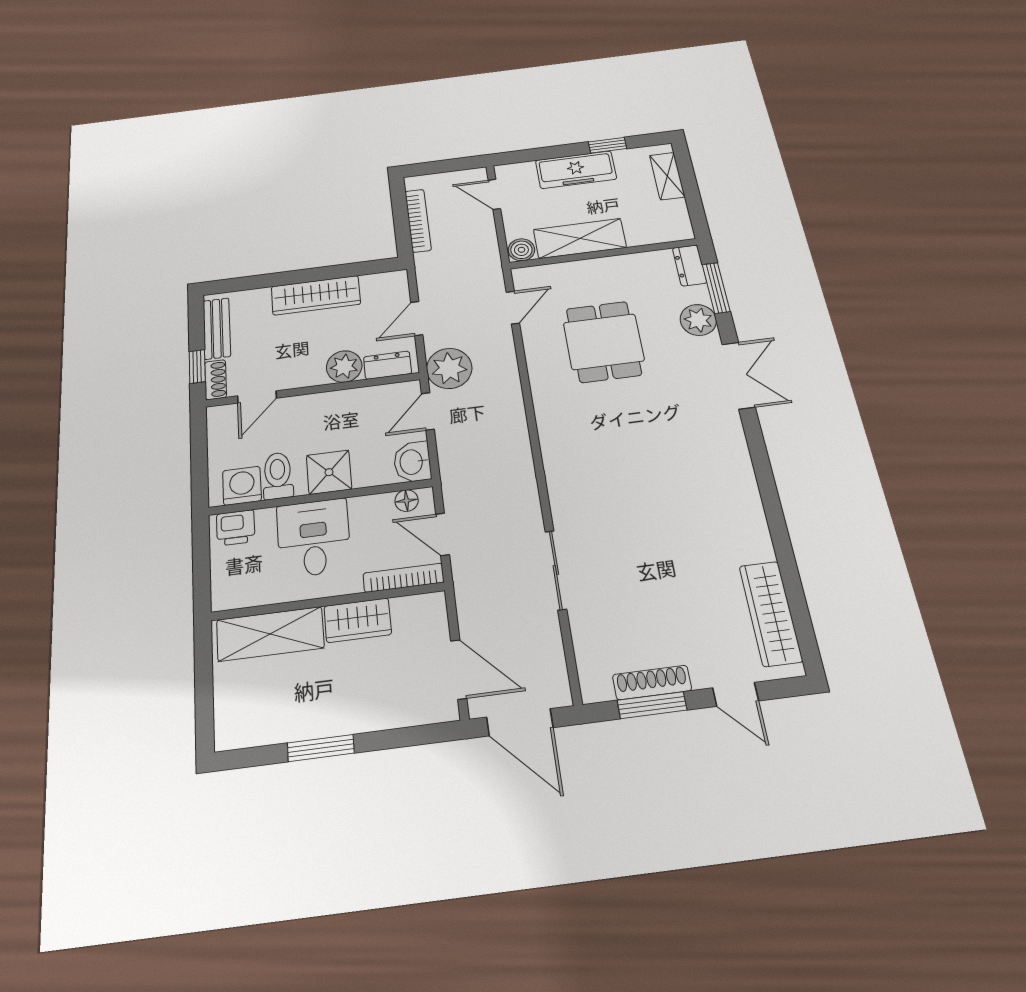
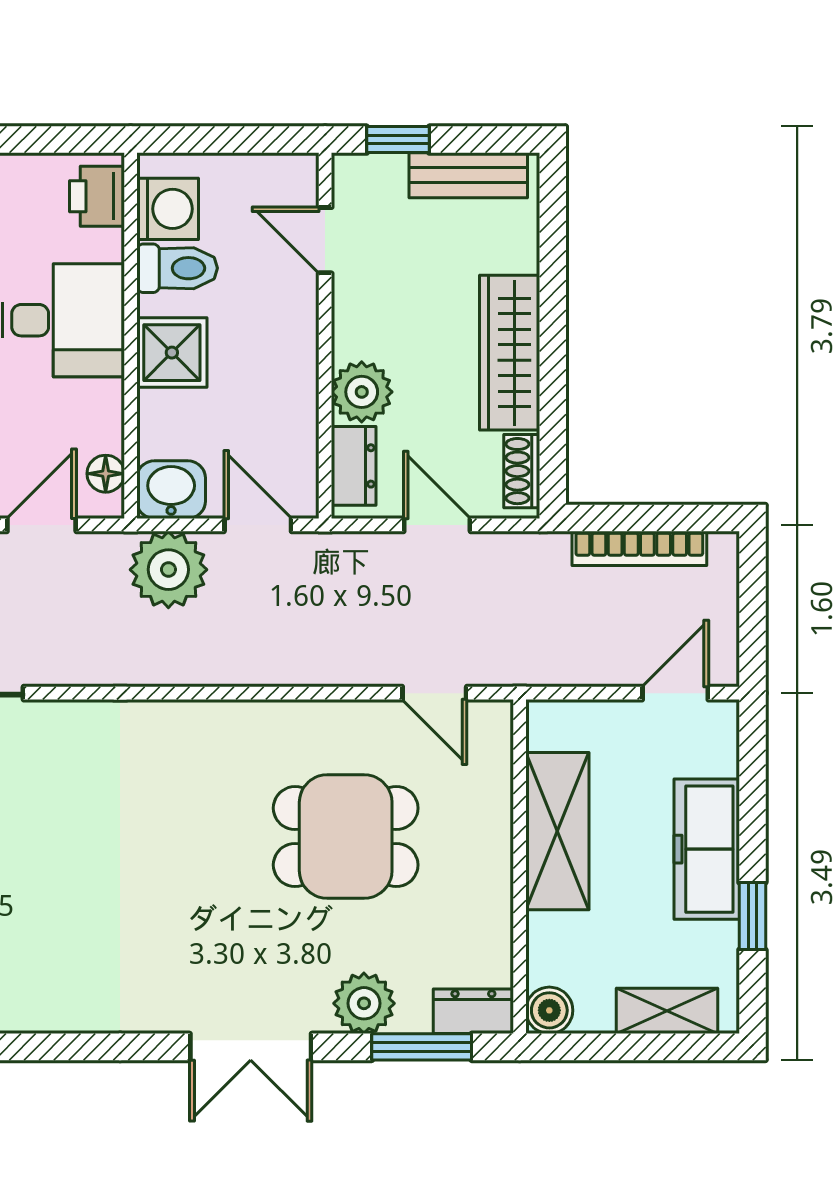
boiler: (521, 250) -> (549, 1010), moved
plant: (449, 368) -> (168, 570), moved
shoe rack: (216, 380) -> (522, 471), moved, turned 90

